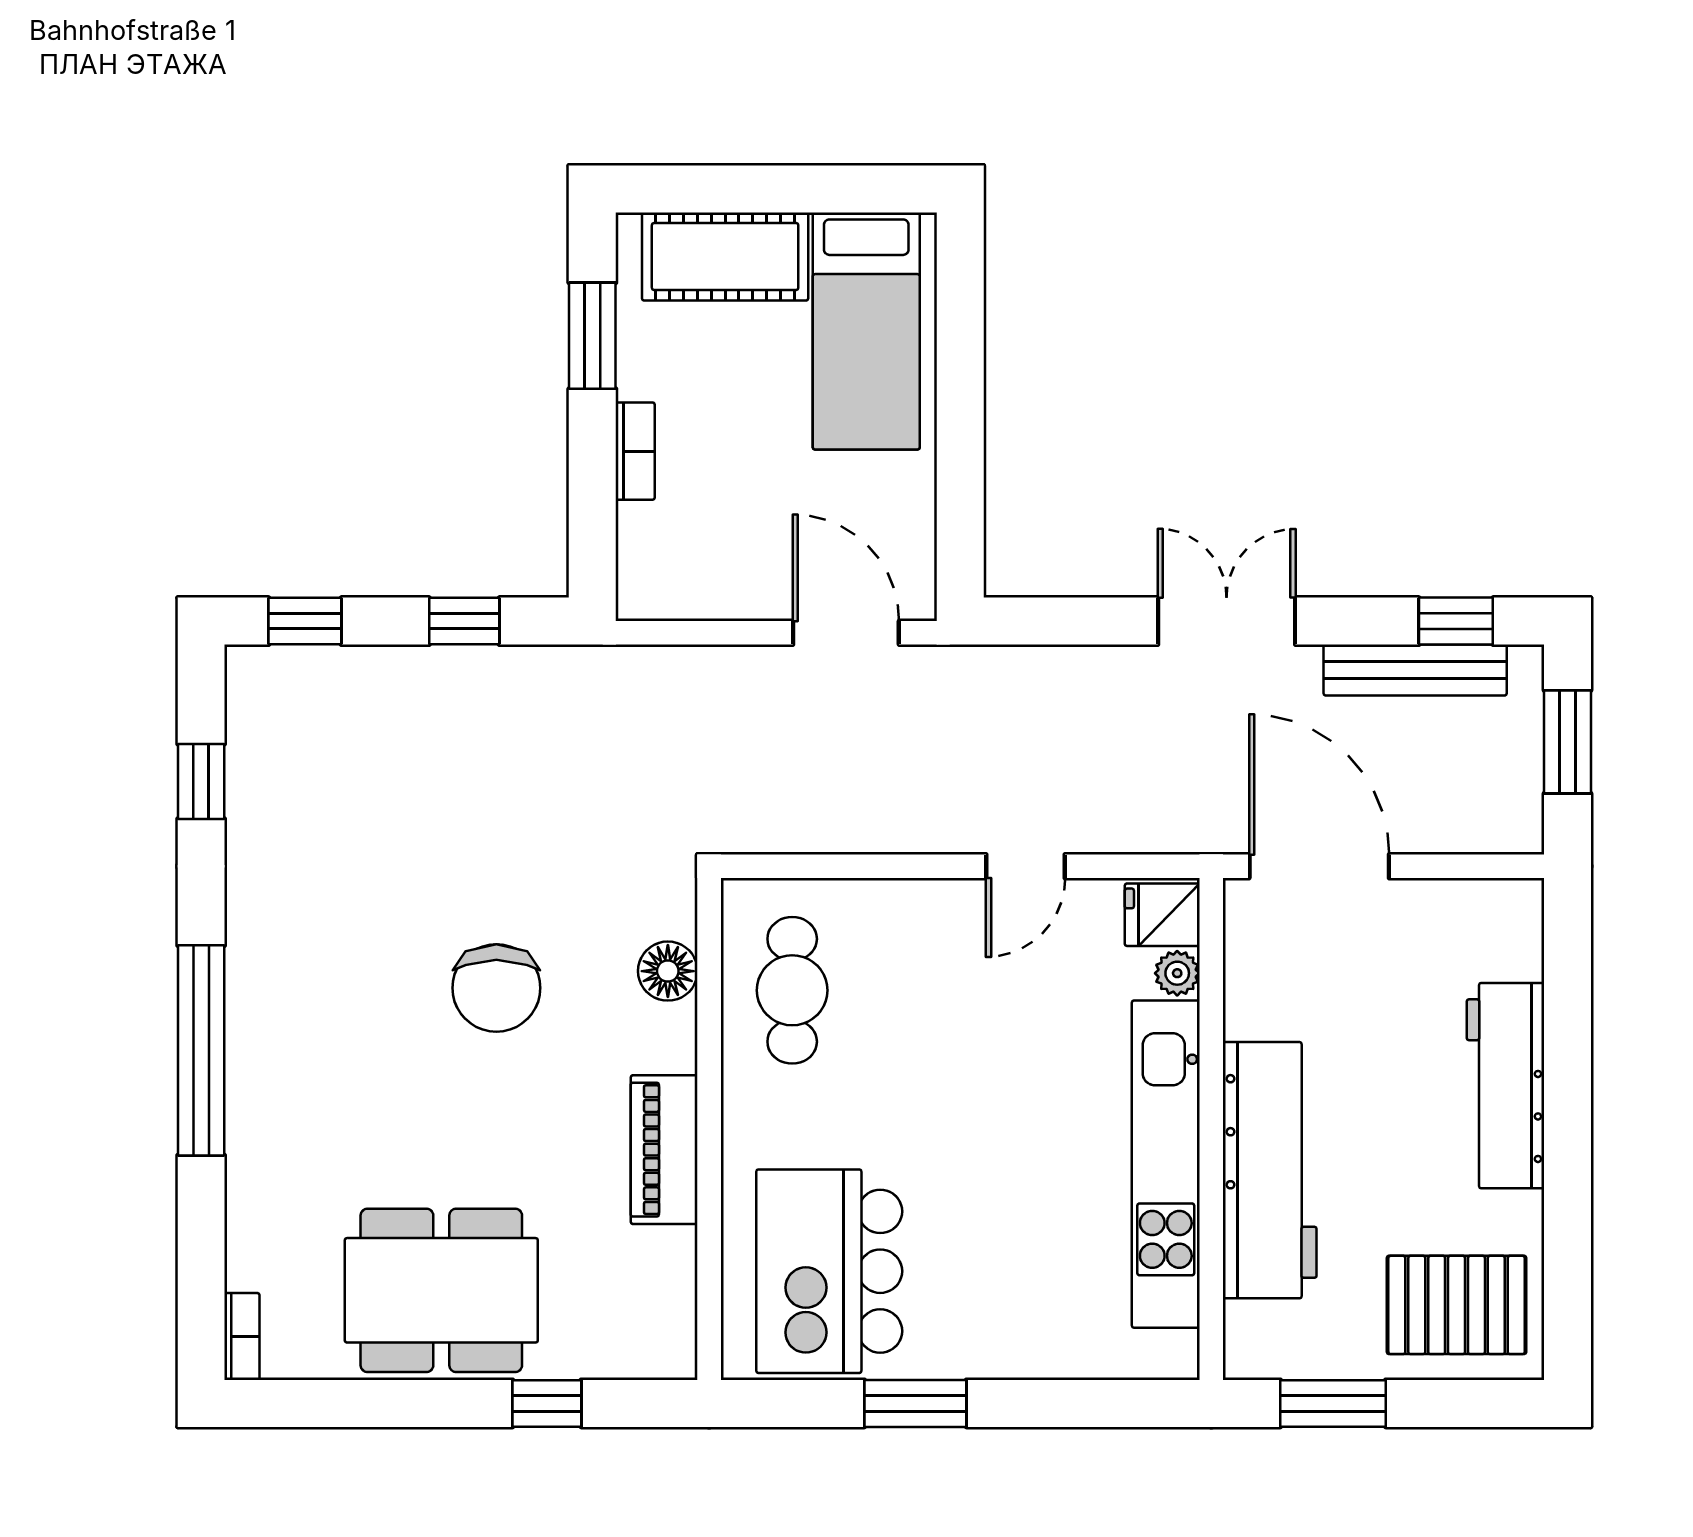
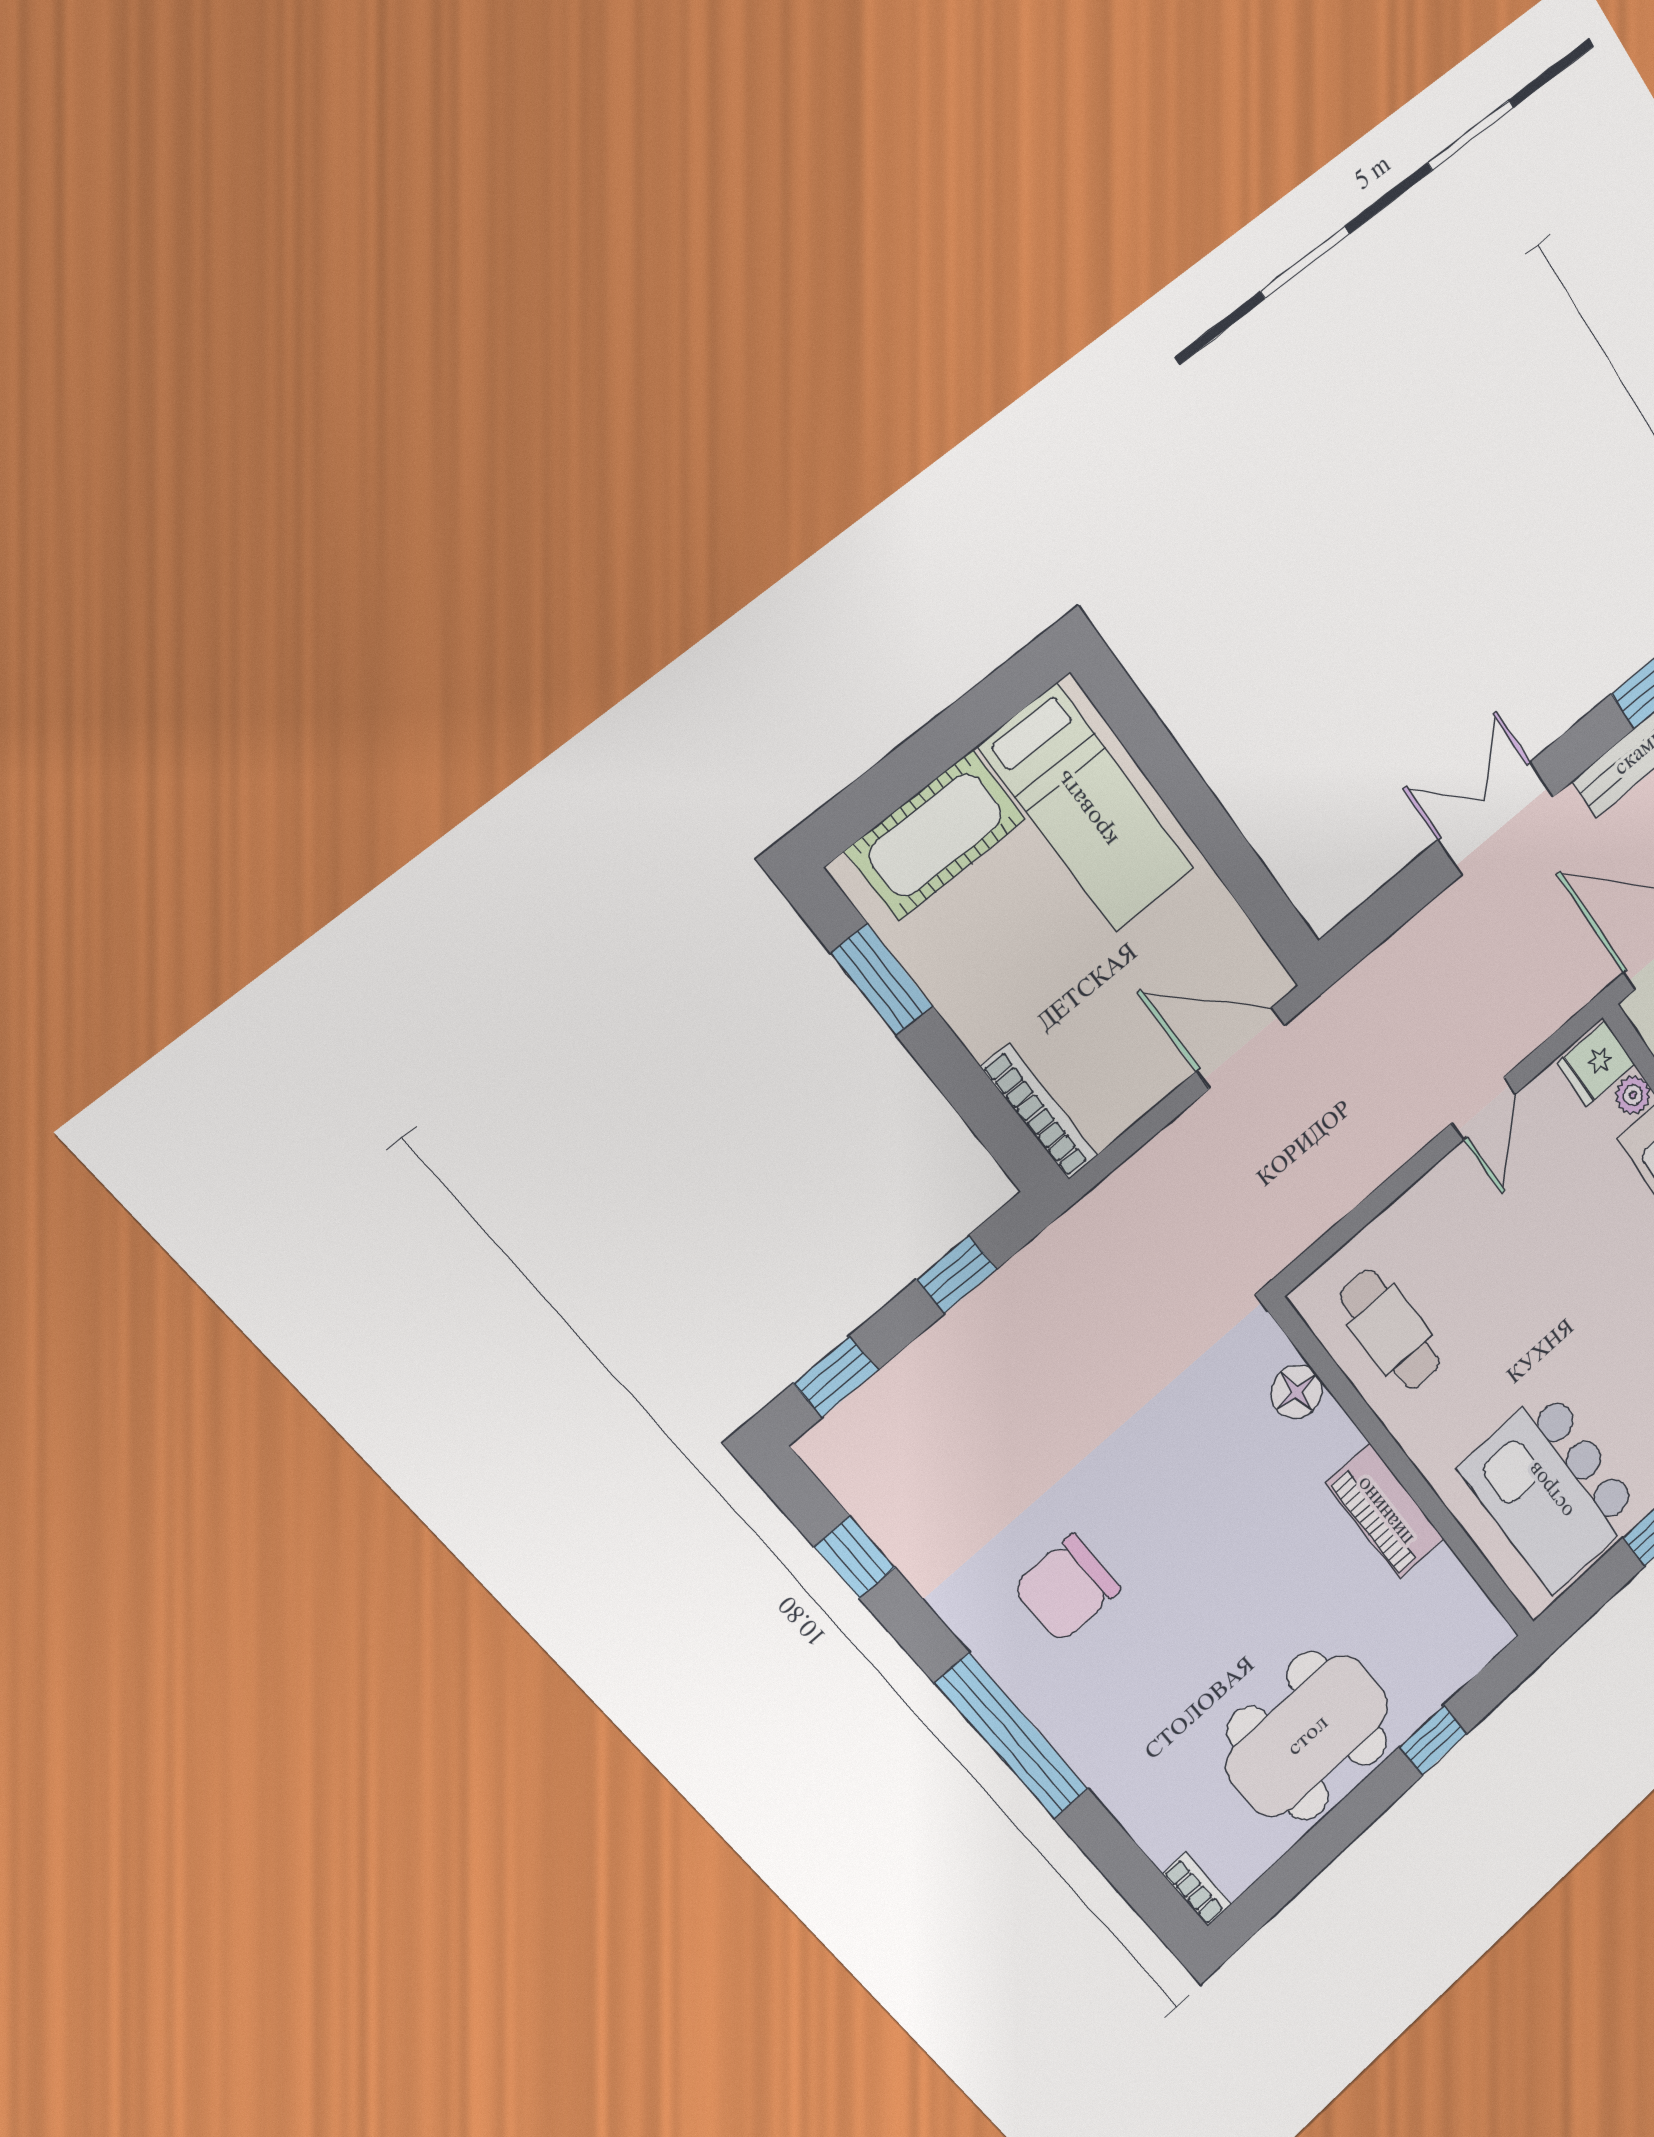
bookcase: (635, 451) -> (1039, 1112), moved, width x1.56
chair: (496, 988) -> (1067, 1588), moved, turned 90

